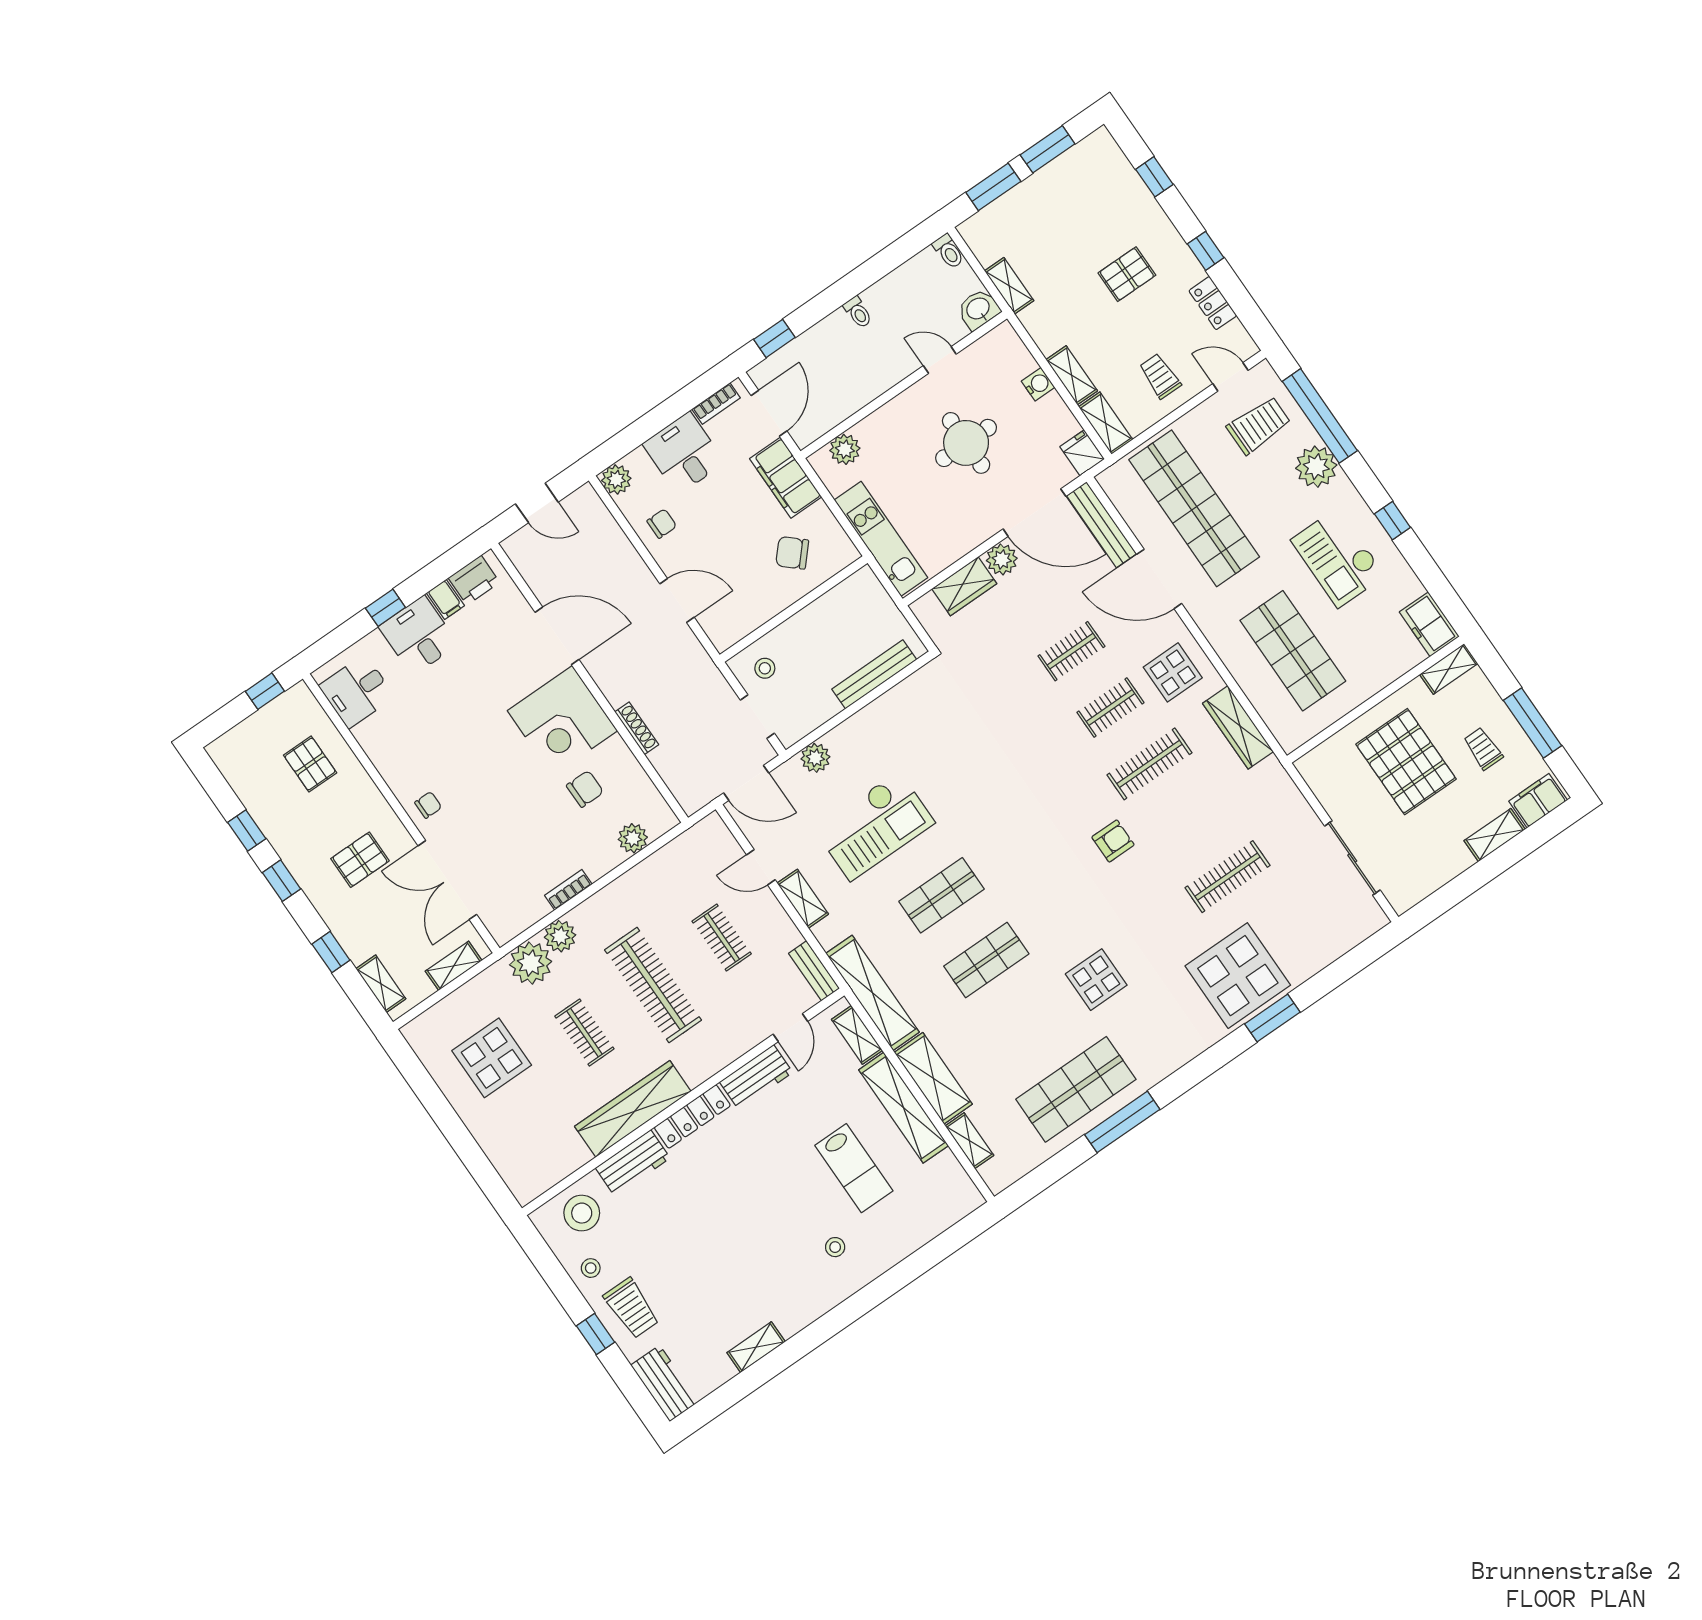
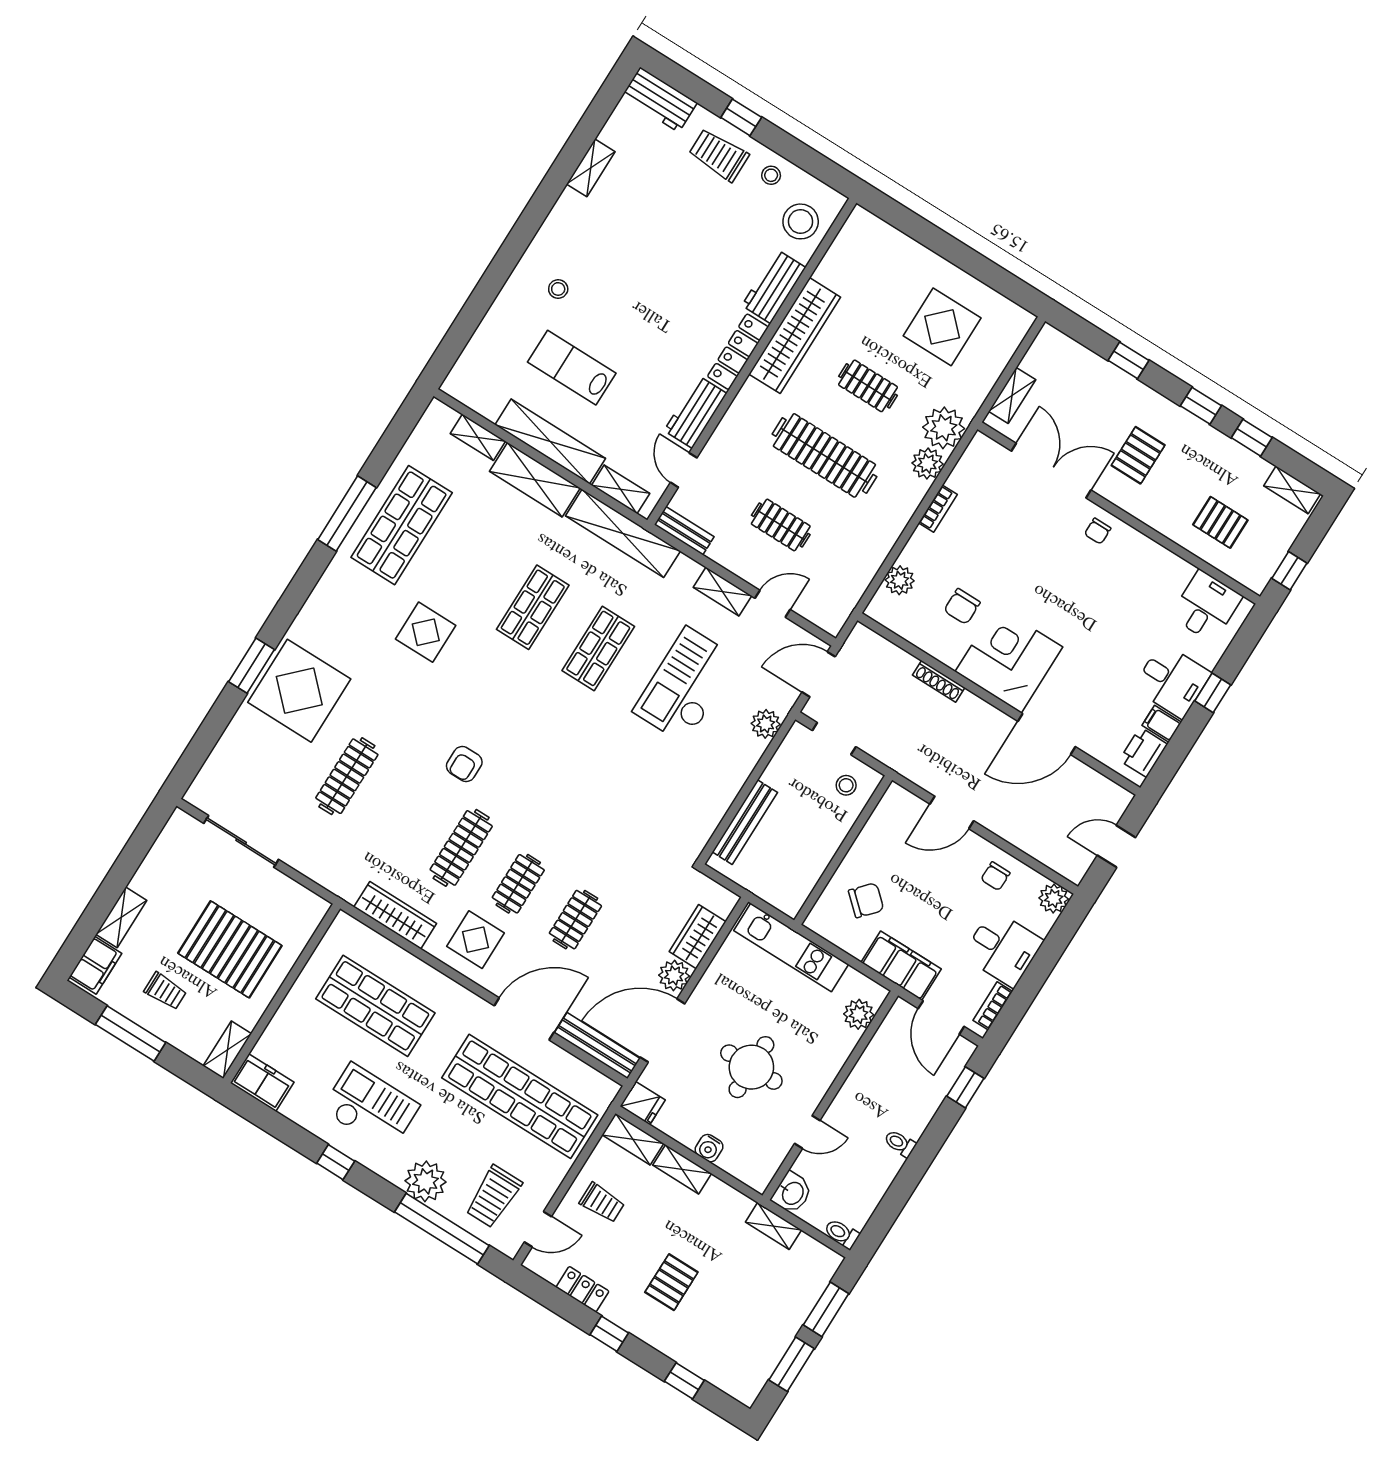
shelving: (381, 984) -> (1292, 490), moved

